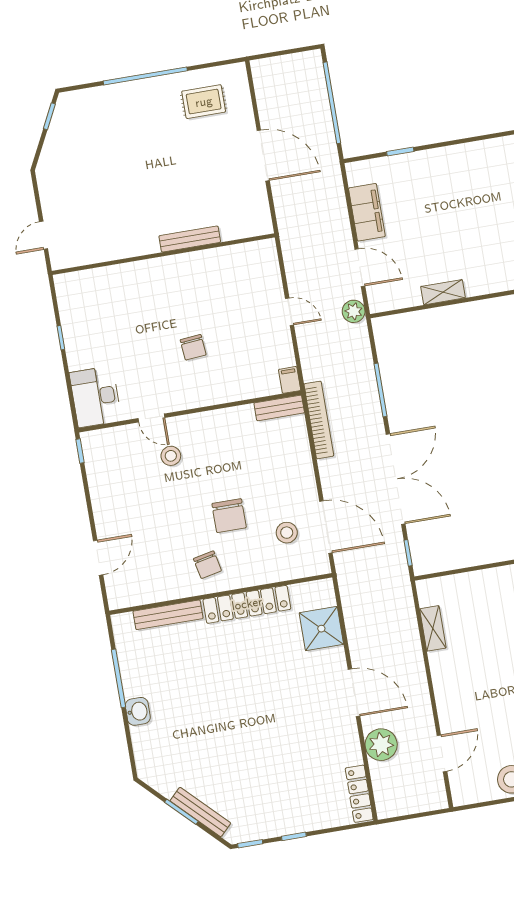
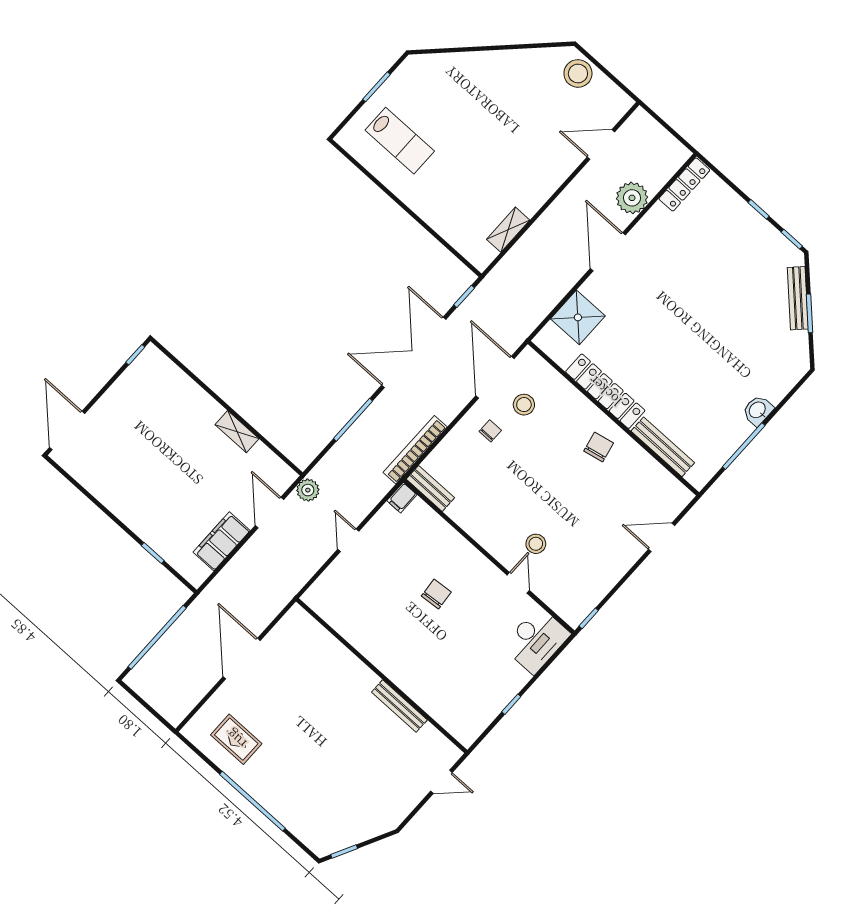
bench: (190, 239) -> (399, 706), moved
chair: (229, 516) -> (490, 431), moved, width x0.54, depth x0.54

